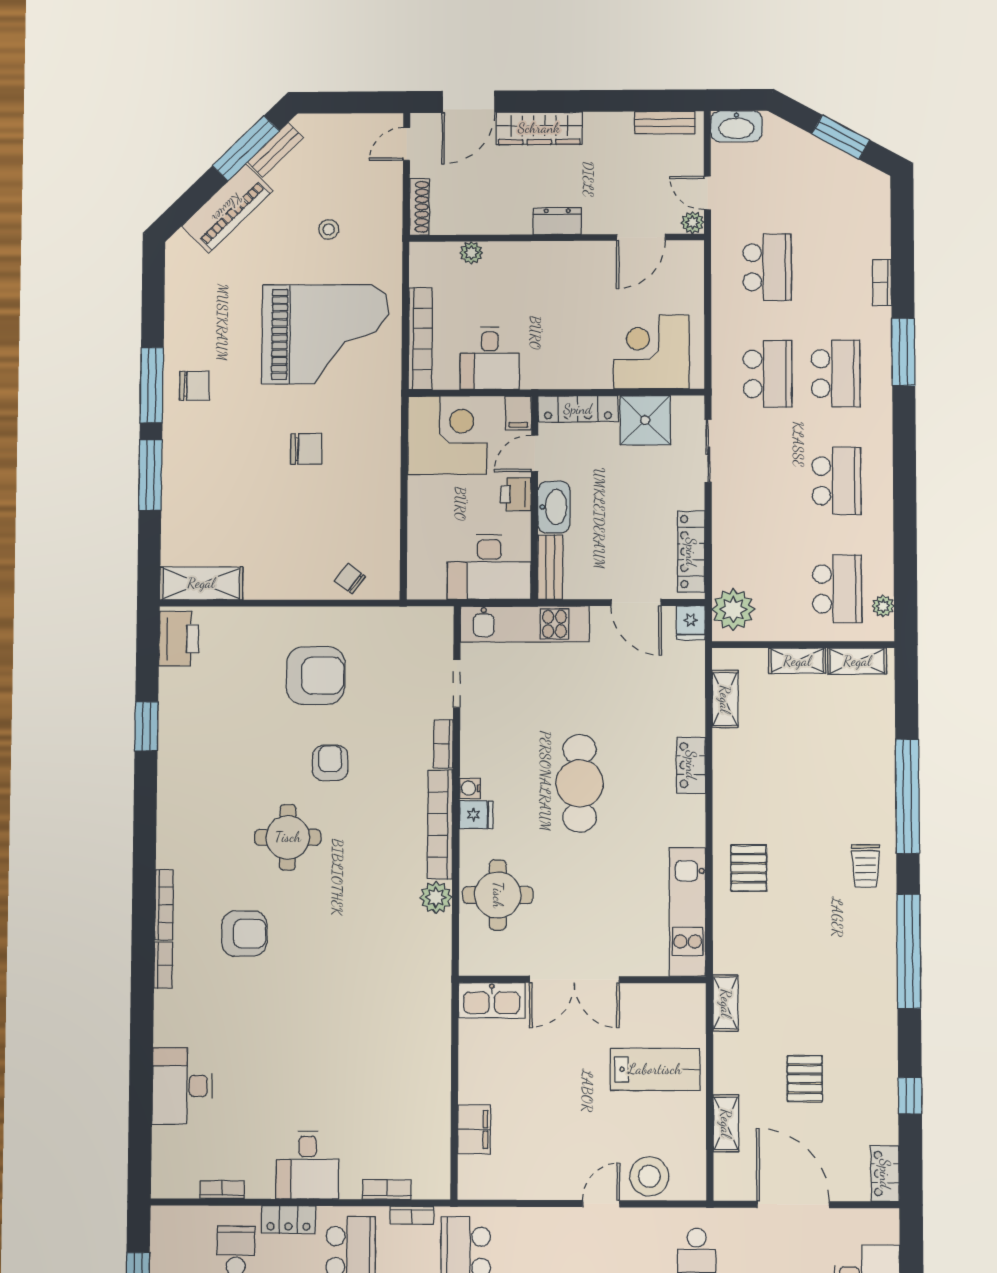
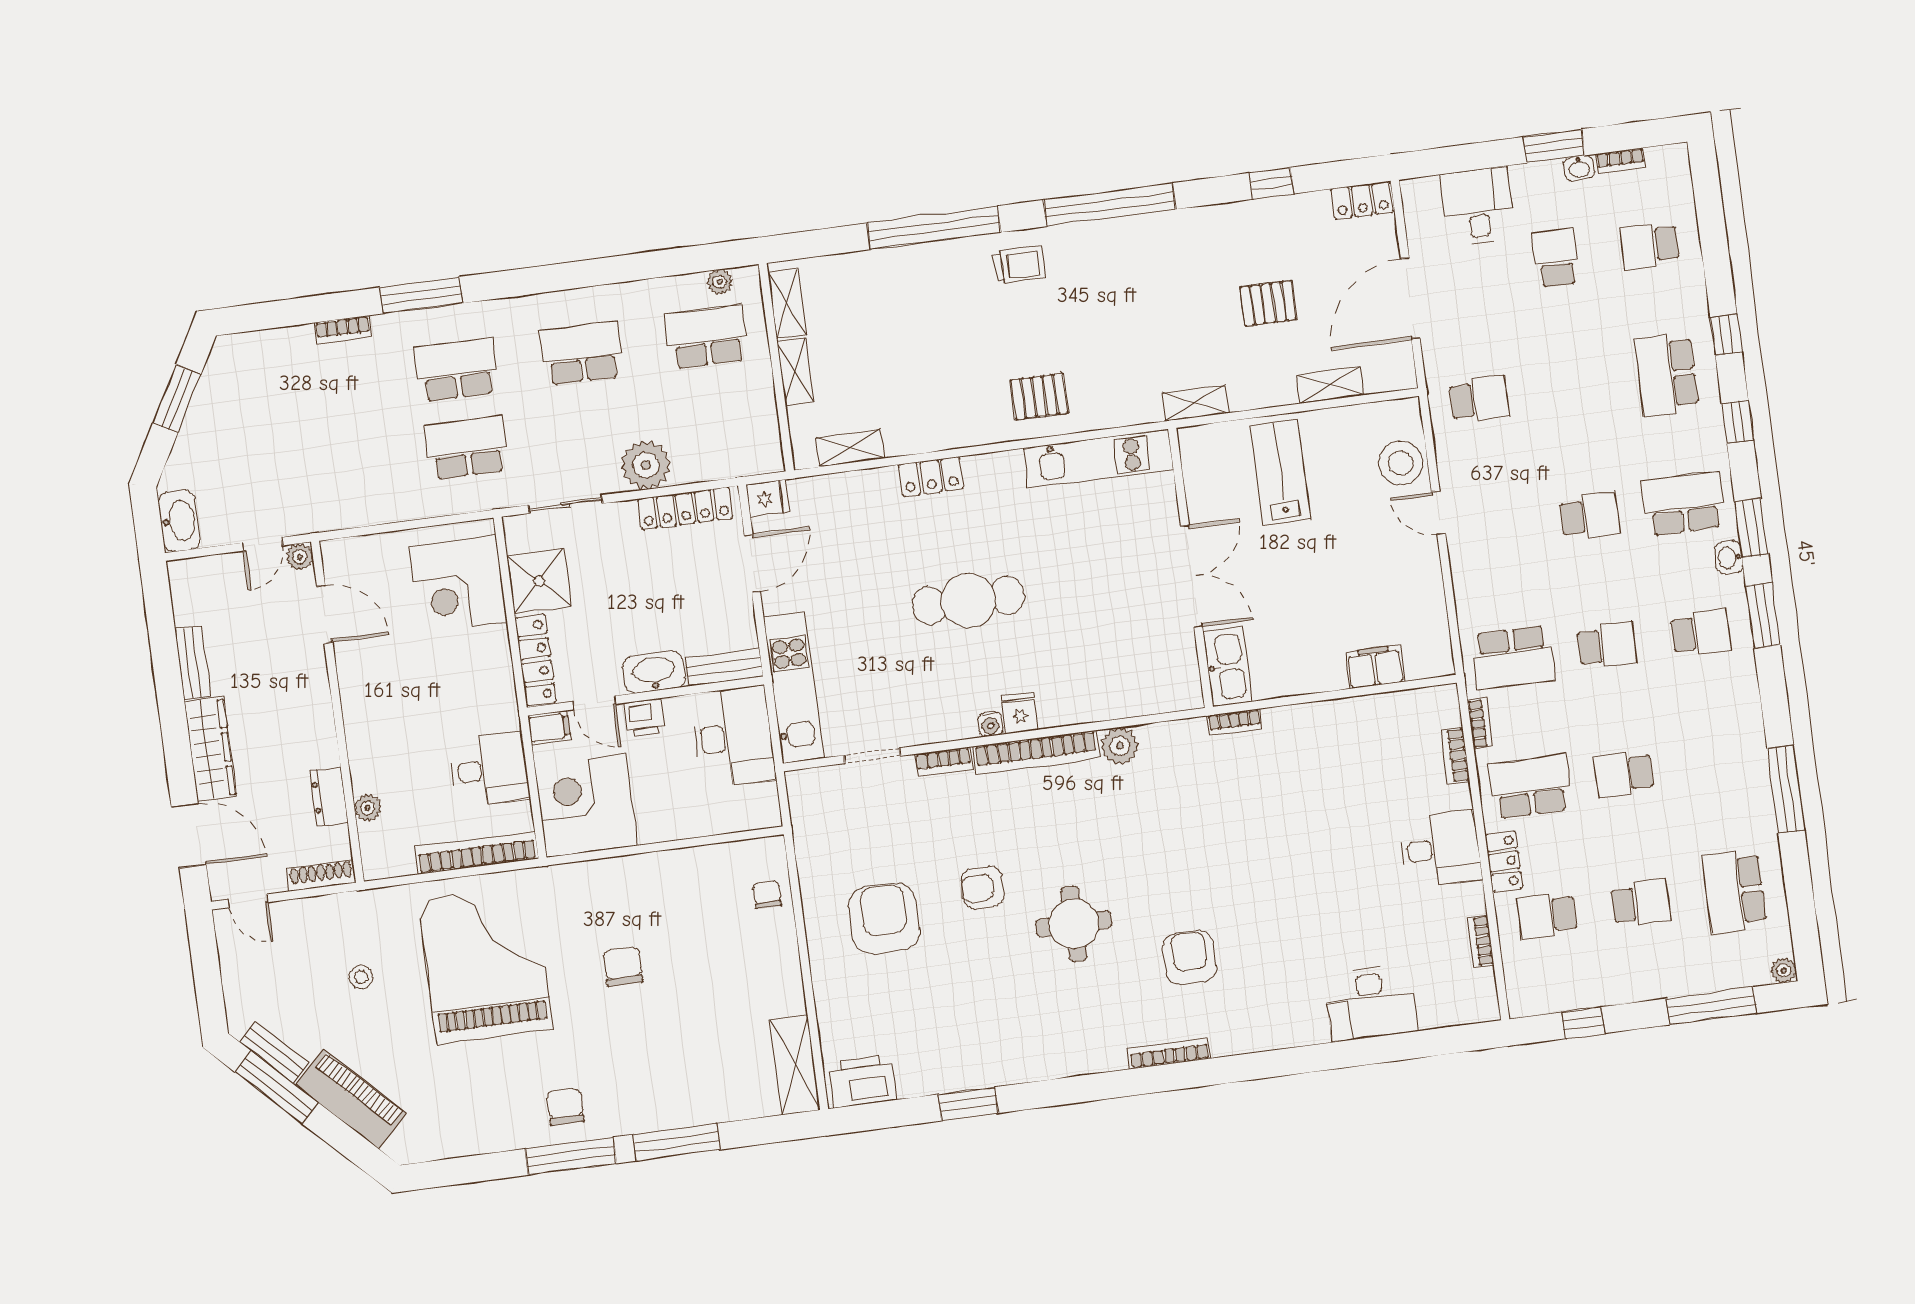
bench: (665, 123) -> (193, 662), moved
dresser: (557, 221) -> (329, 796), moved
school desk: (767, 267) -> (342, 464), removed
chair: (350, 579) -> (767, 895), turned 143
plant: (733, 609) -> (646, 465), moved
round table: (498, 895) -> (1108, 676), removed
bookcase: (163, 965) -> (1234, 723), moved, turned 180

